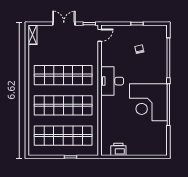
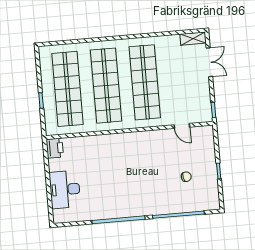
double door: (64, 24) -> (209, 62), moved
door: (100, 35) -> (182, 126), moved
desk: (112, 81) -> (65, 189), moved, turned -90
corner desk: (148, 102) -> (119, 194), removed
printer: (118, 149) -> (55, 148), moved

